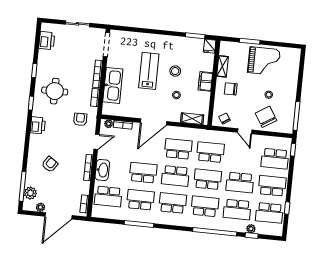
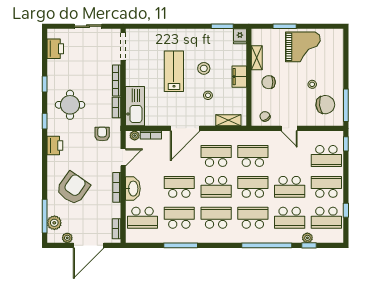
kitchen sink: (113, 85) -> (135, 106), moved
chair: (266, 117) -> (325, 105), moved, turned 115
armchair: (50, 164) -> (73, 188), width x1.88, depth x1.88

